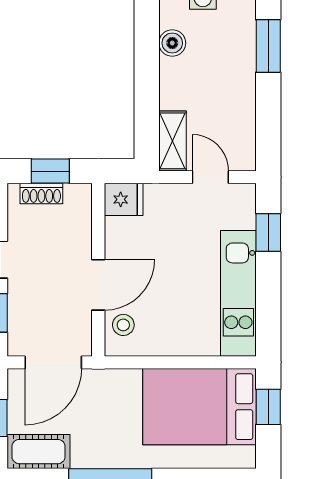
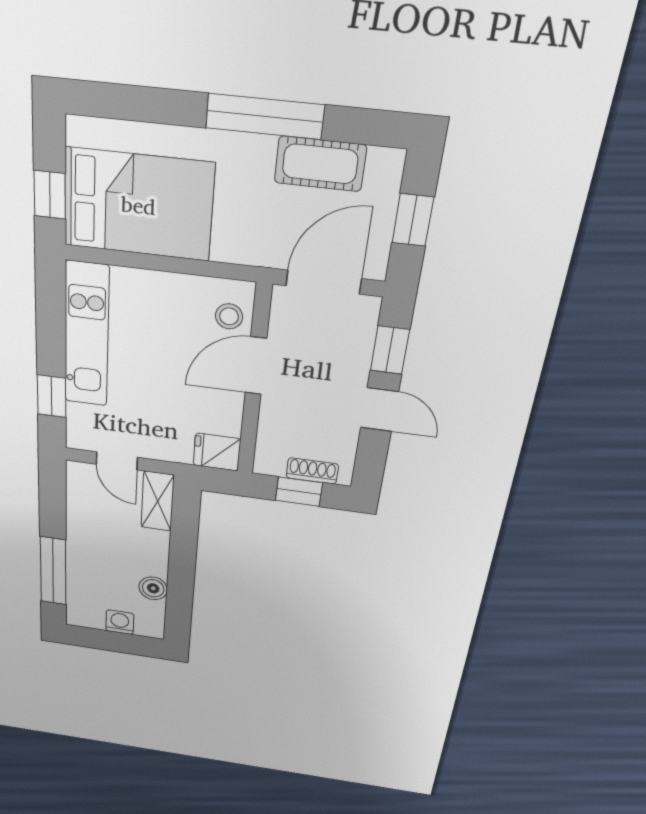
window: (268, 46) -> (53, 571), width x1.44
cot: (39, 452) -> (320, 164), moved

